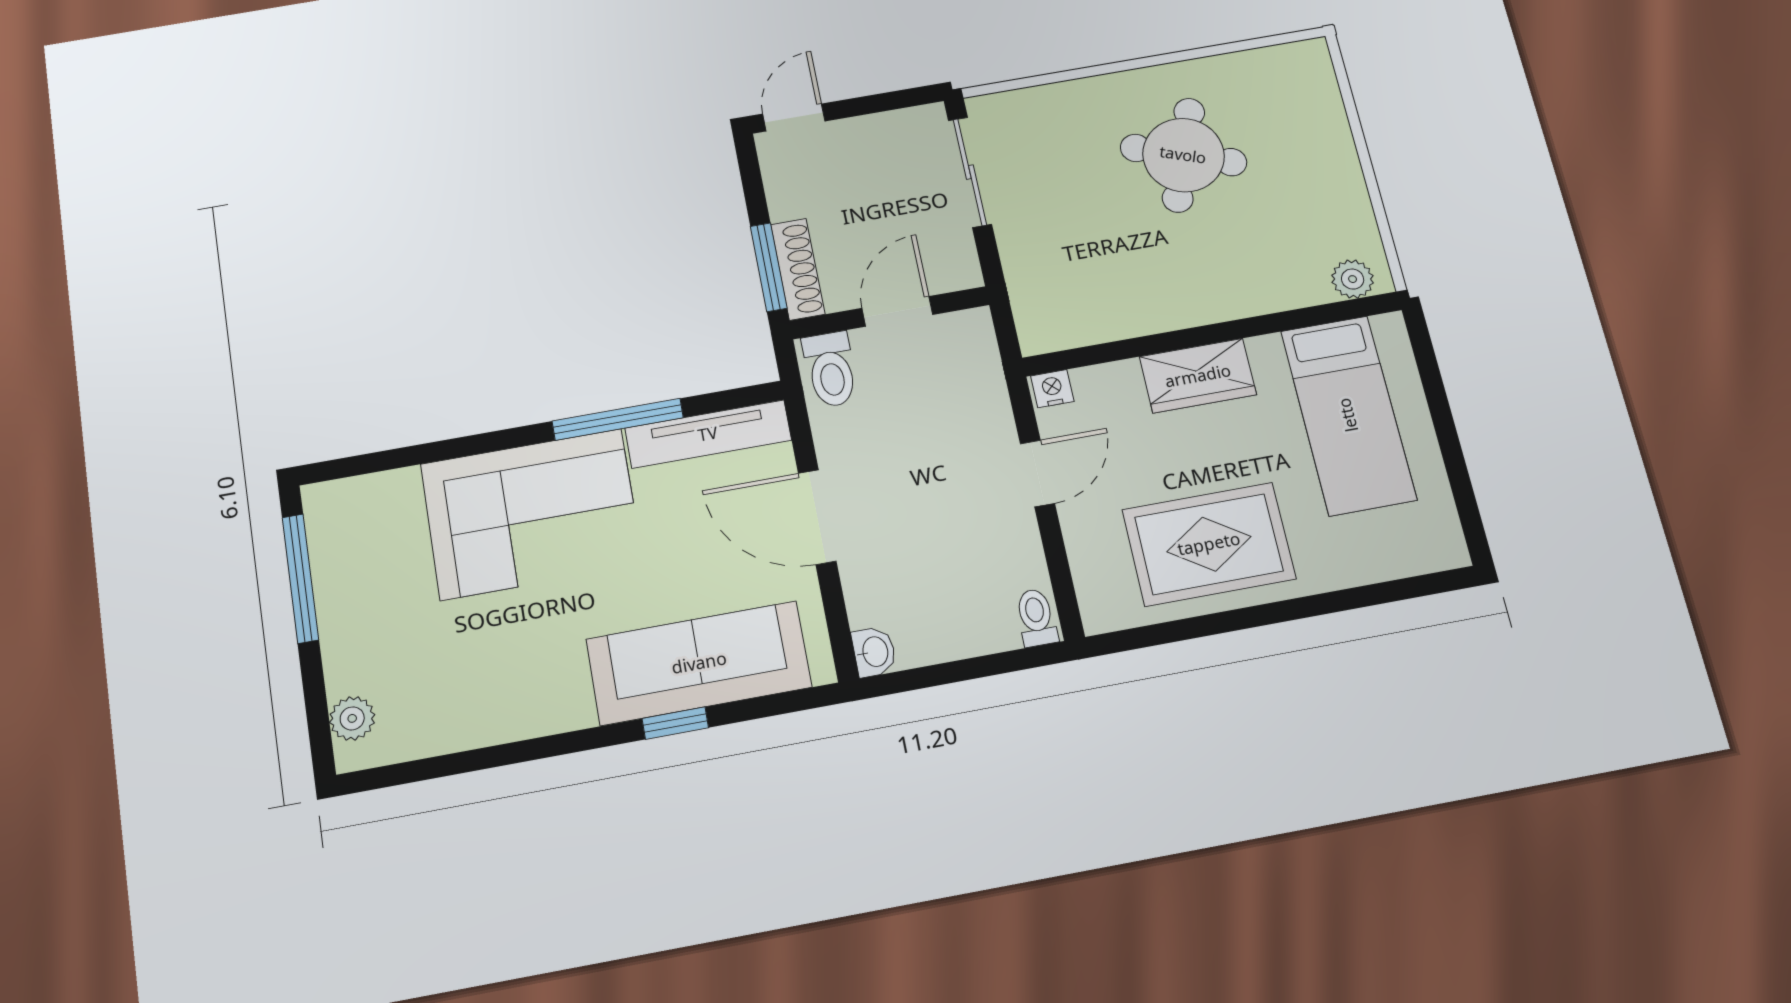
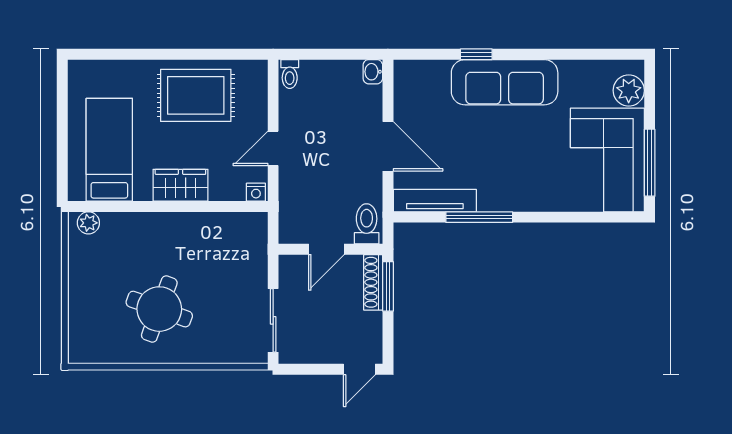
corner sofa: (532, 514) -> (607, 160), moved, turned -90
sofa: (699, 663) -> (505, 82), moved
plant: (352, 718) -> (629, 90), width x1.38, depth x1.38

